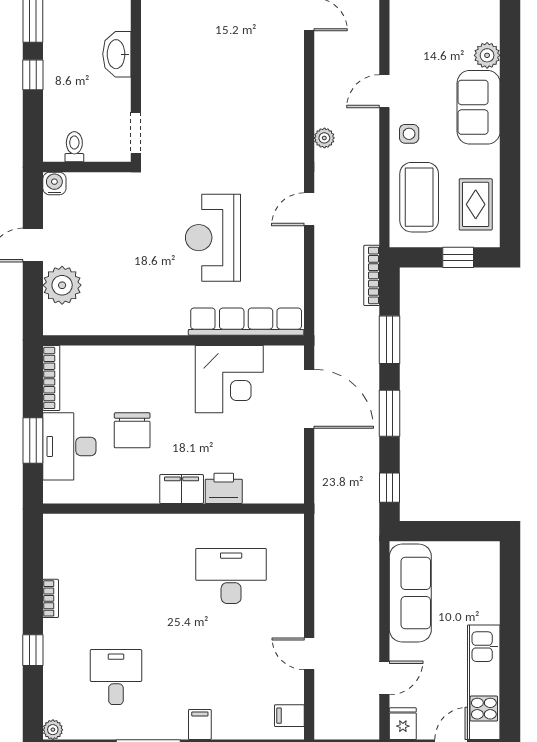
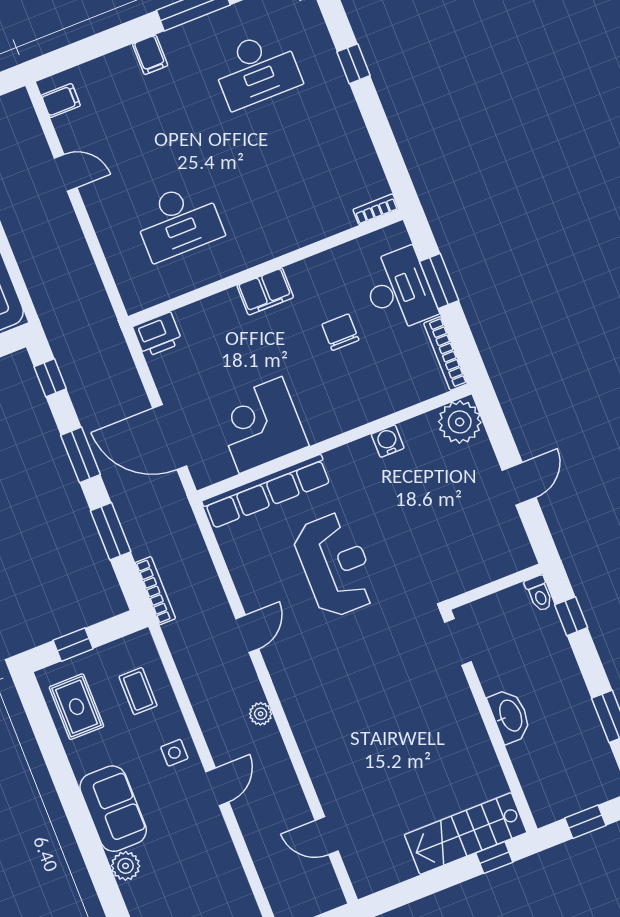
window: (33, 75) -> (571, 616), moved
toilet: (74, 147) -> (539, 593), moved
water cooler: (54, 184) -> (388, 441), moved, turned 180
coffee table: (419, 197) -> (138, 691), width x0.54, depth x0.58
plant: (62, 285) -> (460, 422), moved
chair: (132, 430) -> (340, 332), width x0.73, depth x0.73
printer: (224, 488) -> (158, 335), moved
bookcase: (51, 598) -> (376, 209), moved, turned 90
desk: (116, 677) -> (256, 70), width x1.37

